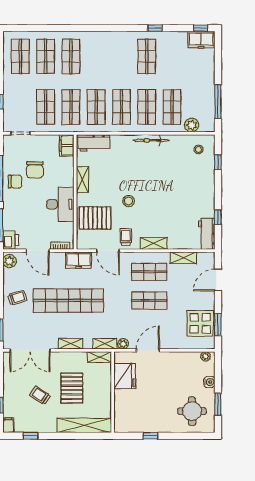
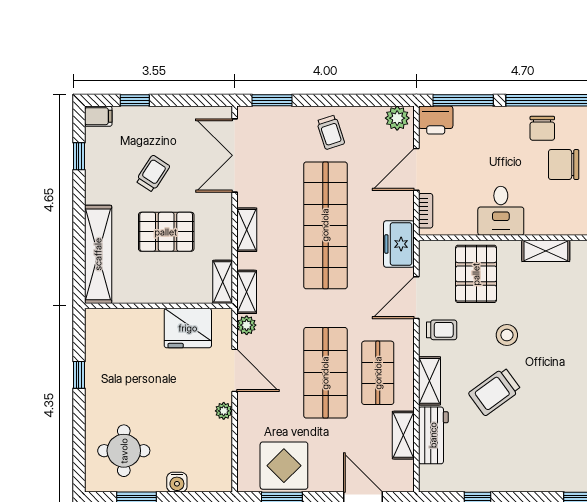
desk: (60, 204) -> (501, 211), width x0.73
trolley: (160, 208) -> (495, 392), added
workbench: (207, 234) -> (433, 435), moved, turned 90
shop shelf: (149, 301) -> (325, 373), width x1.43, depth x1.36
plant: (205, 356) -> (224, 411), moved

